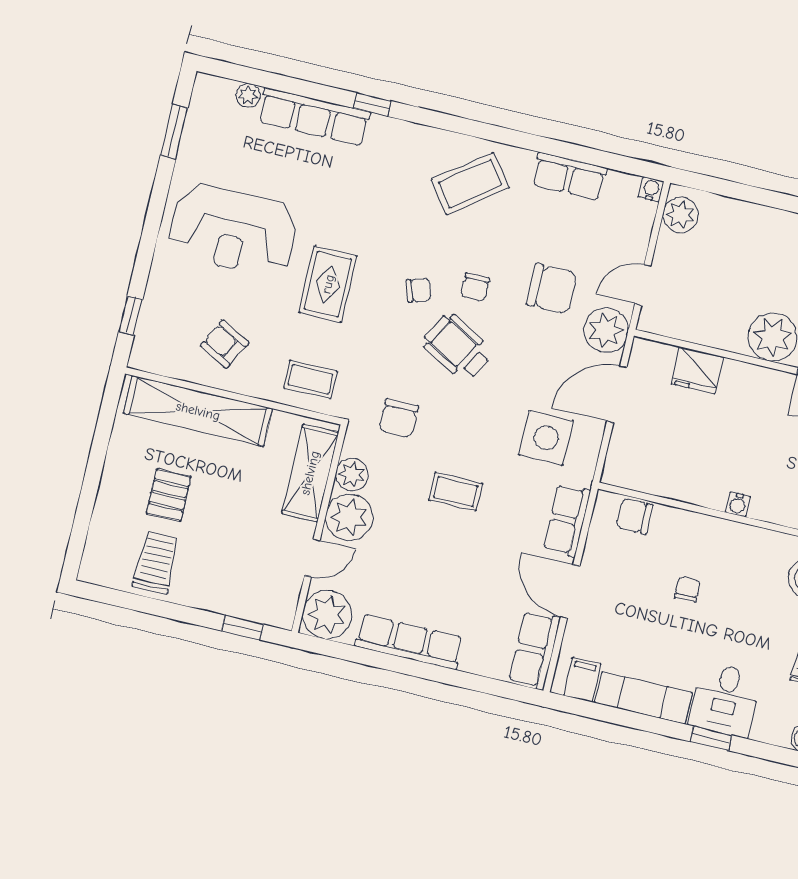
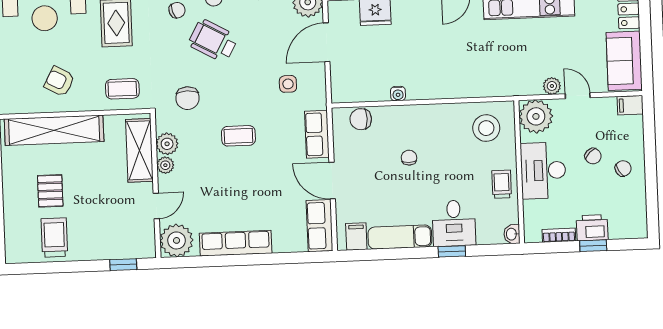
side table: (546, 438) -> (288, 84), width x0.54, depth x0.54
water cooler: (738, 504) -> (398, 94), moved
plant: (349, 517) -> (165, 165), width x0.53, depth x0.53

